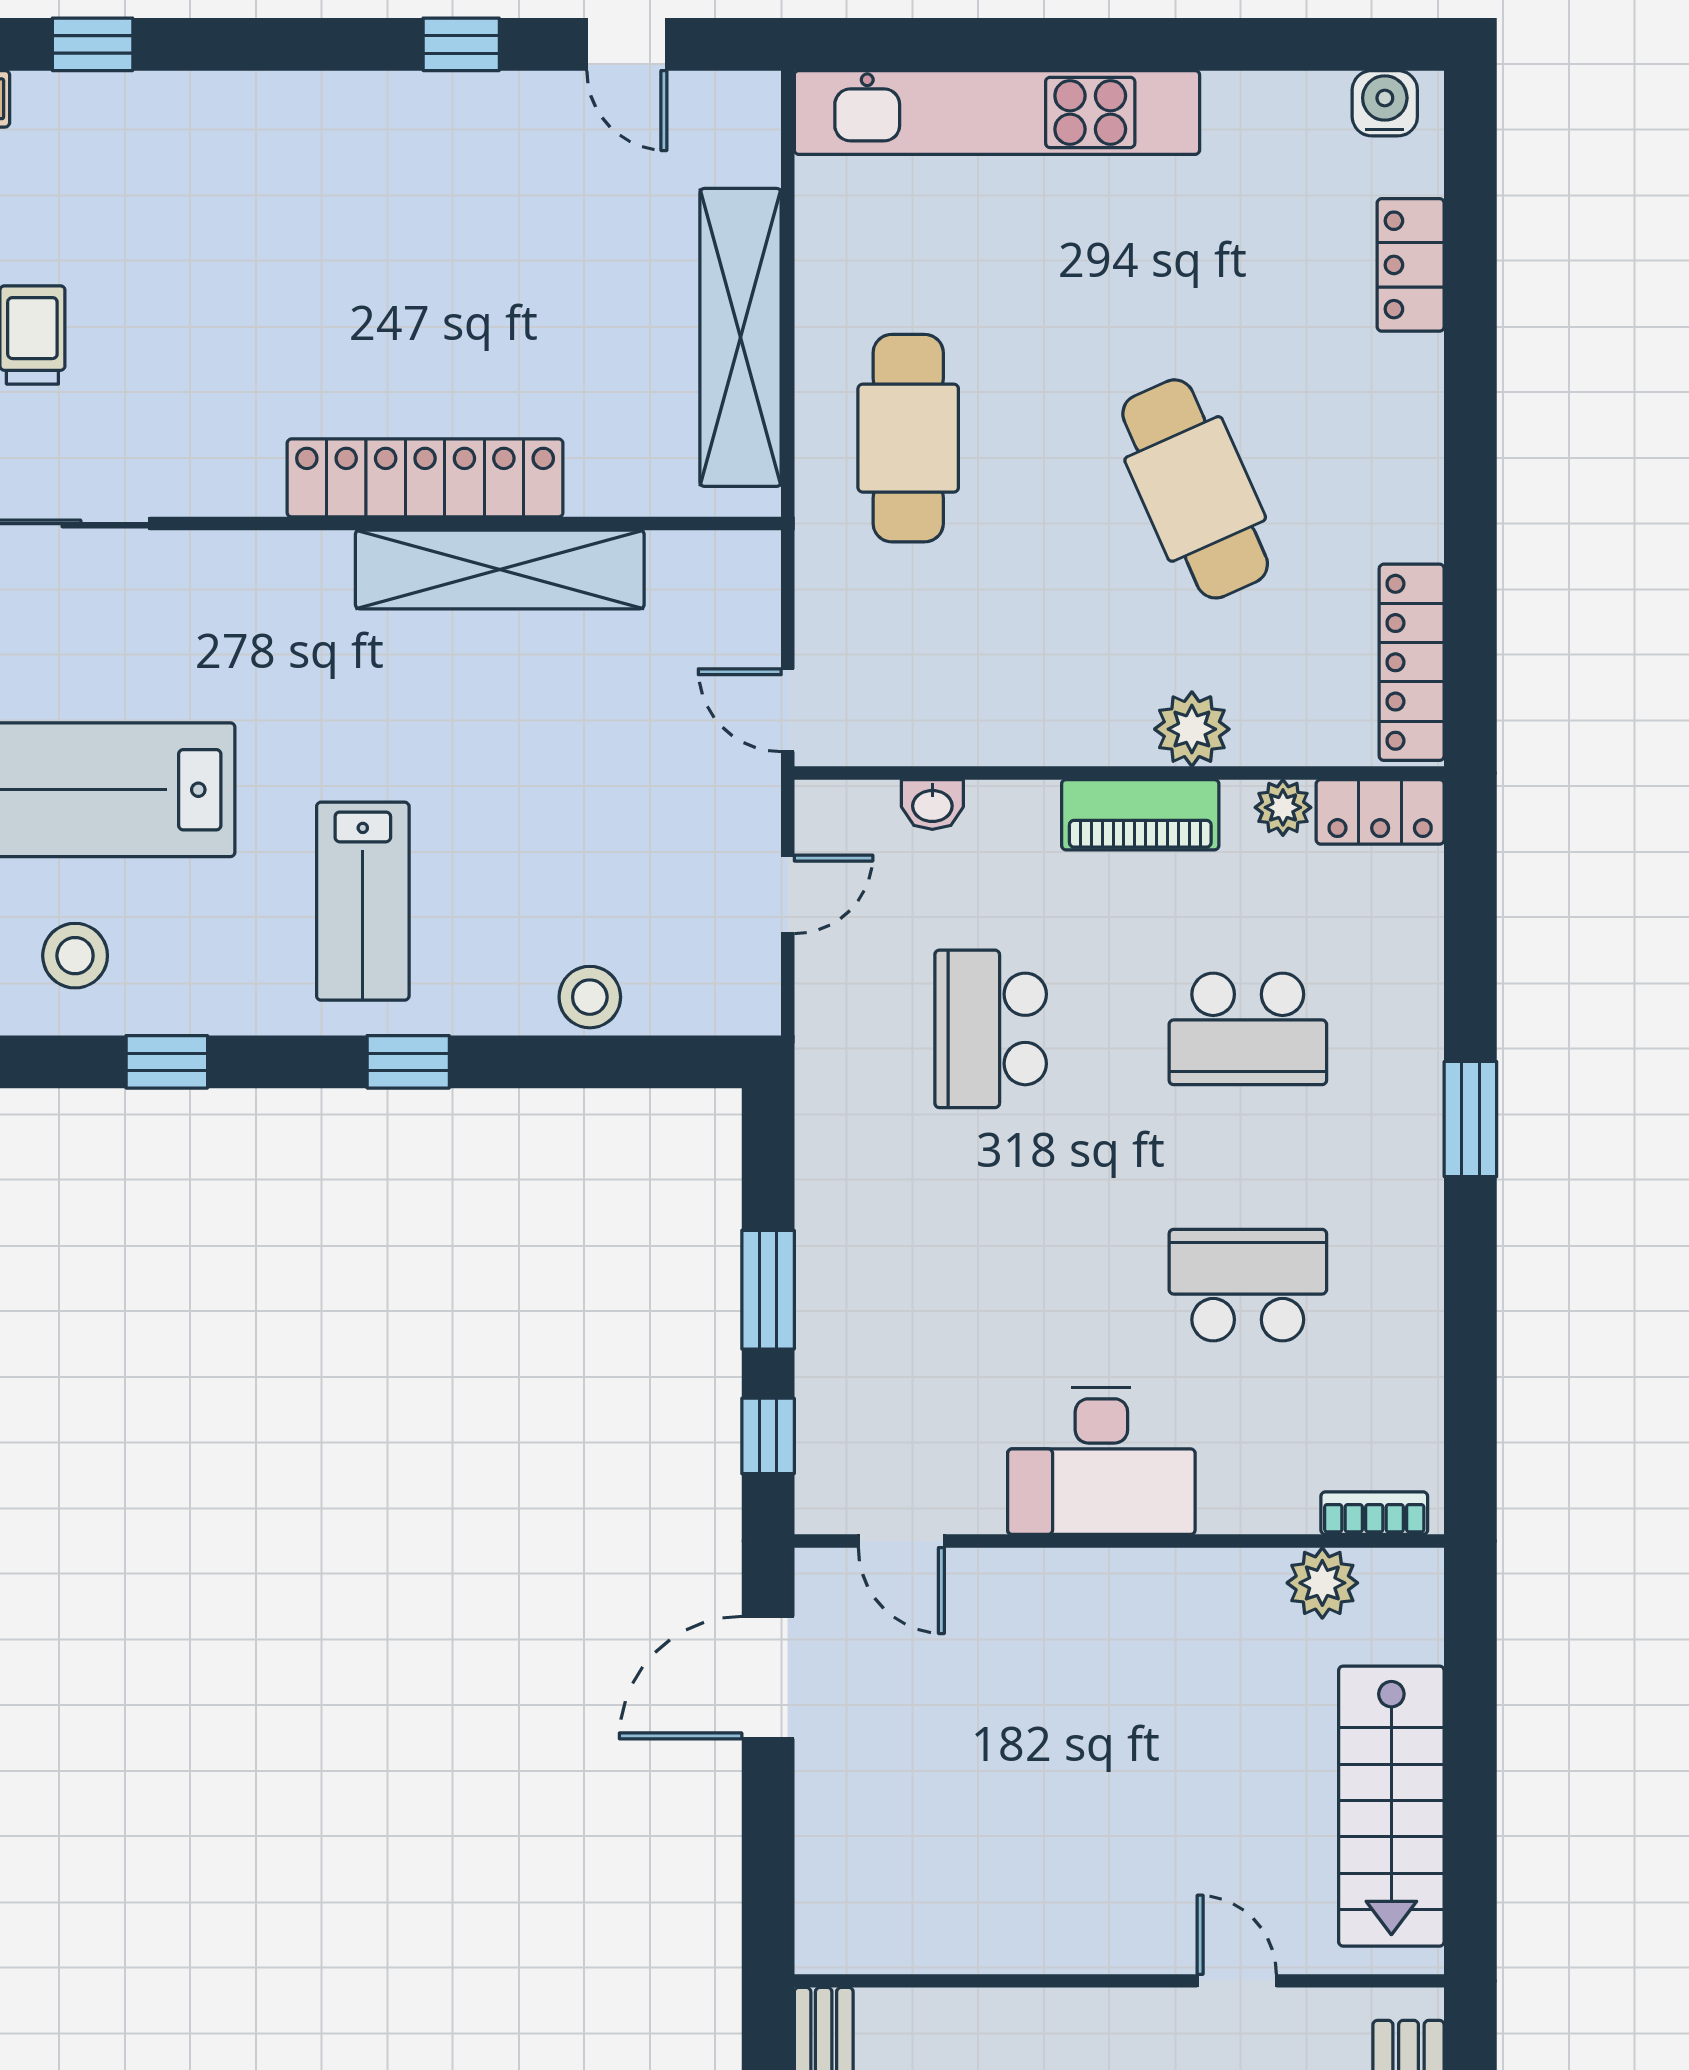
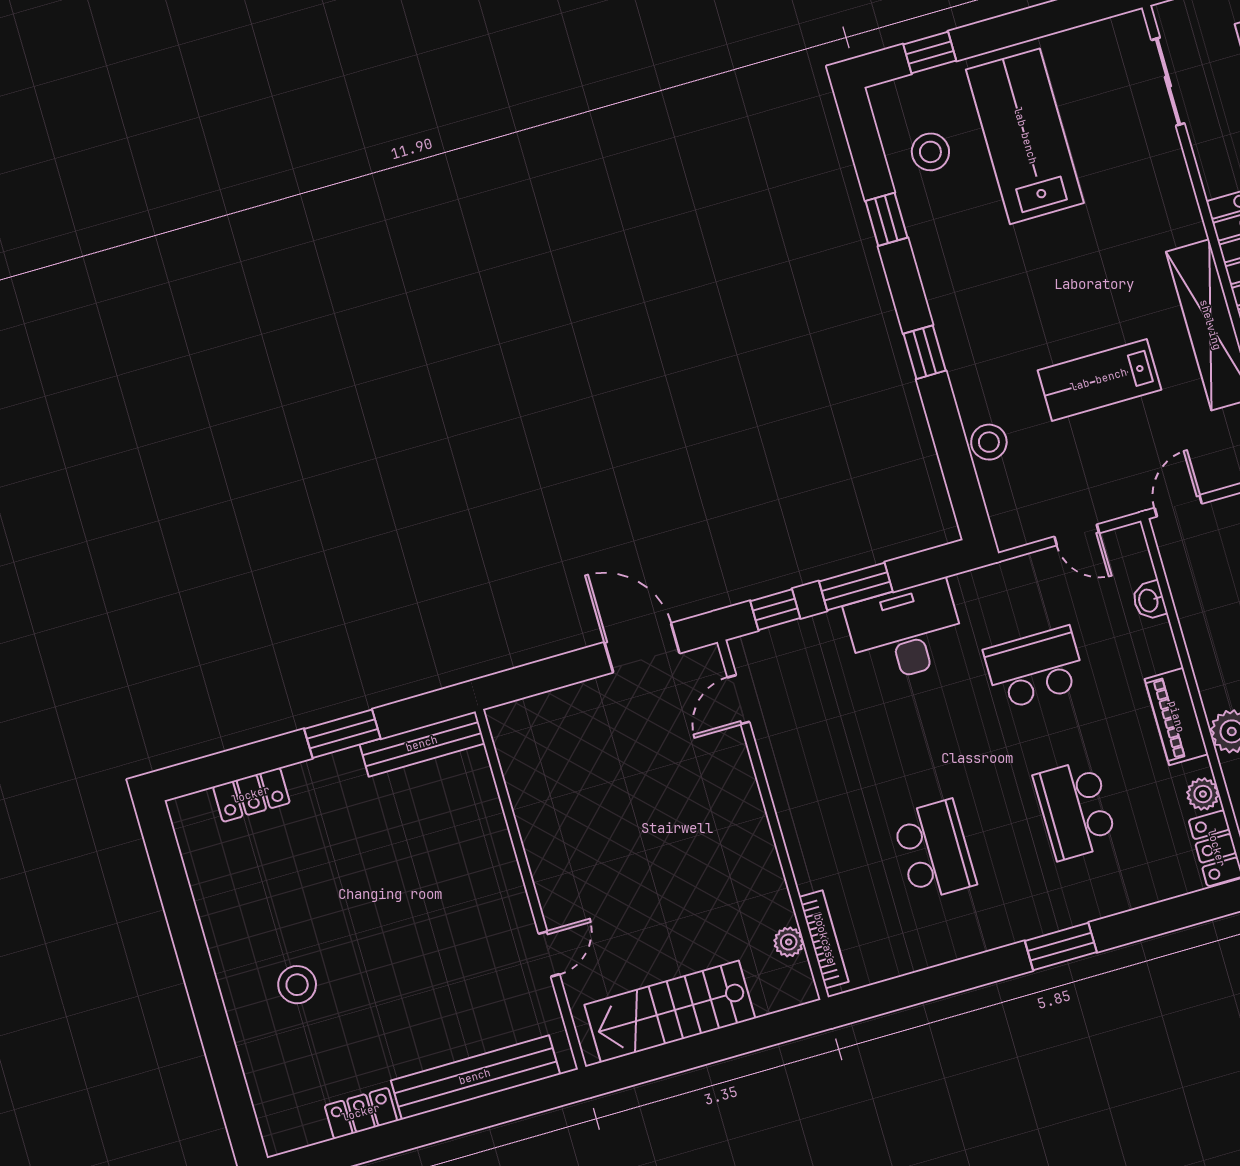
lab bench: (363, 901) -> (1099, 380), moved
desk: (1101, 1461) -> (906, 632), moved, turned 90
bookcase: (1374, 1513) -> (824, 939), width x1.56
plant: (1322, 1583) -> (789, 942), width x0.73, depth x0.73

